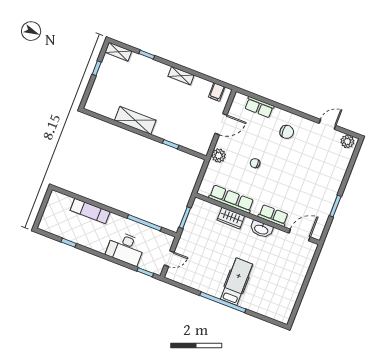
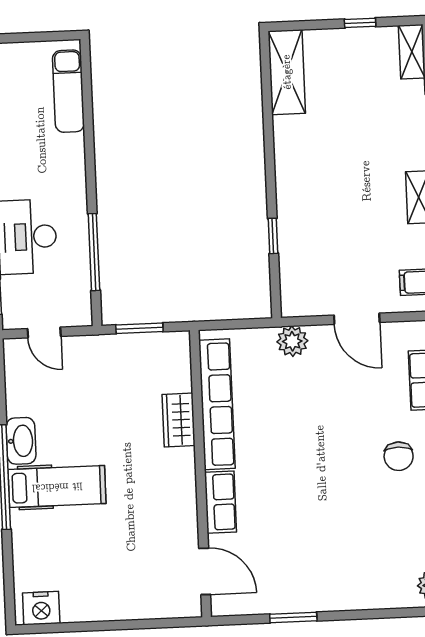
shelving: (135, 120) -> (287, 72), moved
chair: (255, 163) -> (309, 420), removed
row of seats: (231, 199) -> (217, 404), width x1.36
exam couch: (90, 211) -> (68, 91), moved
washbasin: (261, 229) -> (21, 441), moved, turned 180
nightstand: (285, 311) -> (41, 608), added

